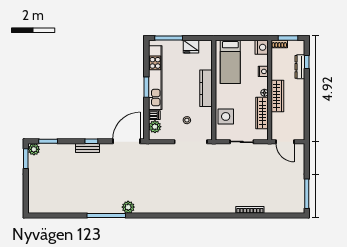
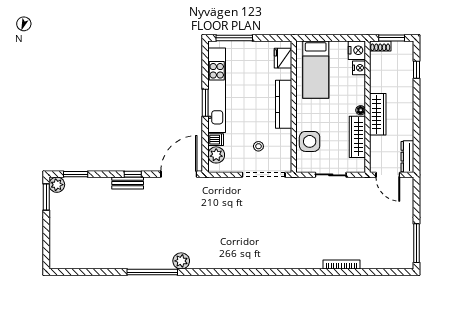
fridge: (191, 47) -> (283, 58), moved, turned 90
dresser: (300, 67) -> (407, 157), moved
nightstand: (263, 71) -> (359, 68), moved

